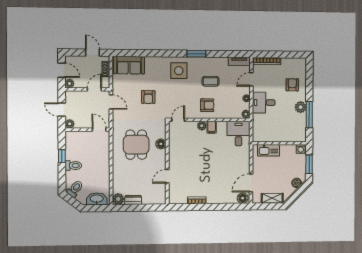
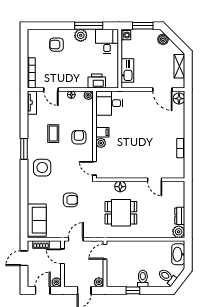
desk: (264, 103) -> (107, 41), moved, turned 180
printer: (259, 122) -> (97, 81), added

